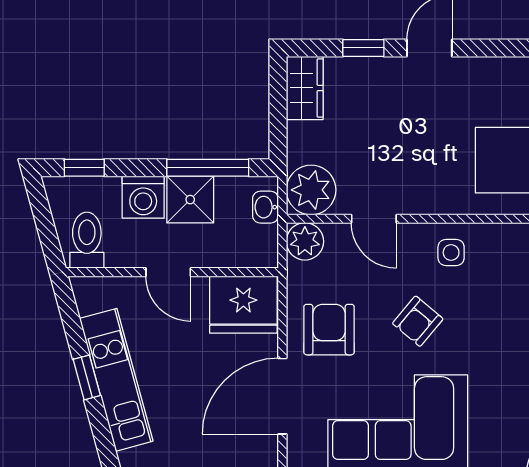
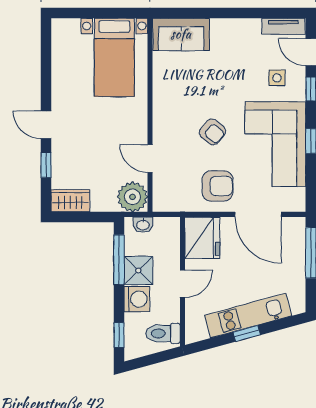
door: (374, 219) -> (150, 159), swing flipped
plant: (305, 241) -> (164, 201), removed
side table: (451, 253) -> (277, 78), moved
armchair: (329, 330) -> (218, 186), turned 180

